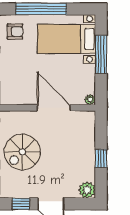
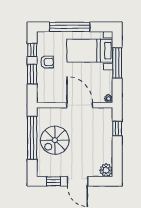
armchair: (15, 32) -> (47, 62), moved
window: (101, 159) -> (117, 129), moved

